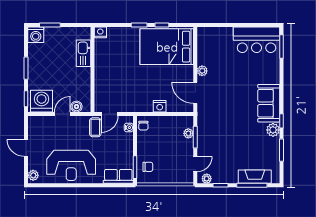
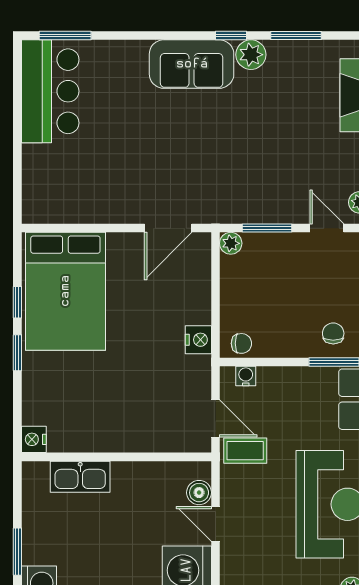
plant: (202, 71) -> (119, 212), removed
nightstand: (160, 106) -> (198, 340), moved
plant: (188, 133) -> (231, 243), moved

